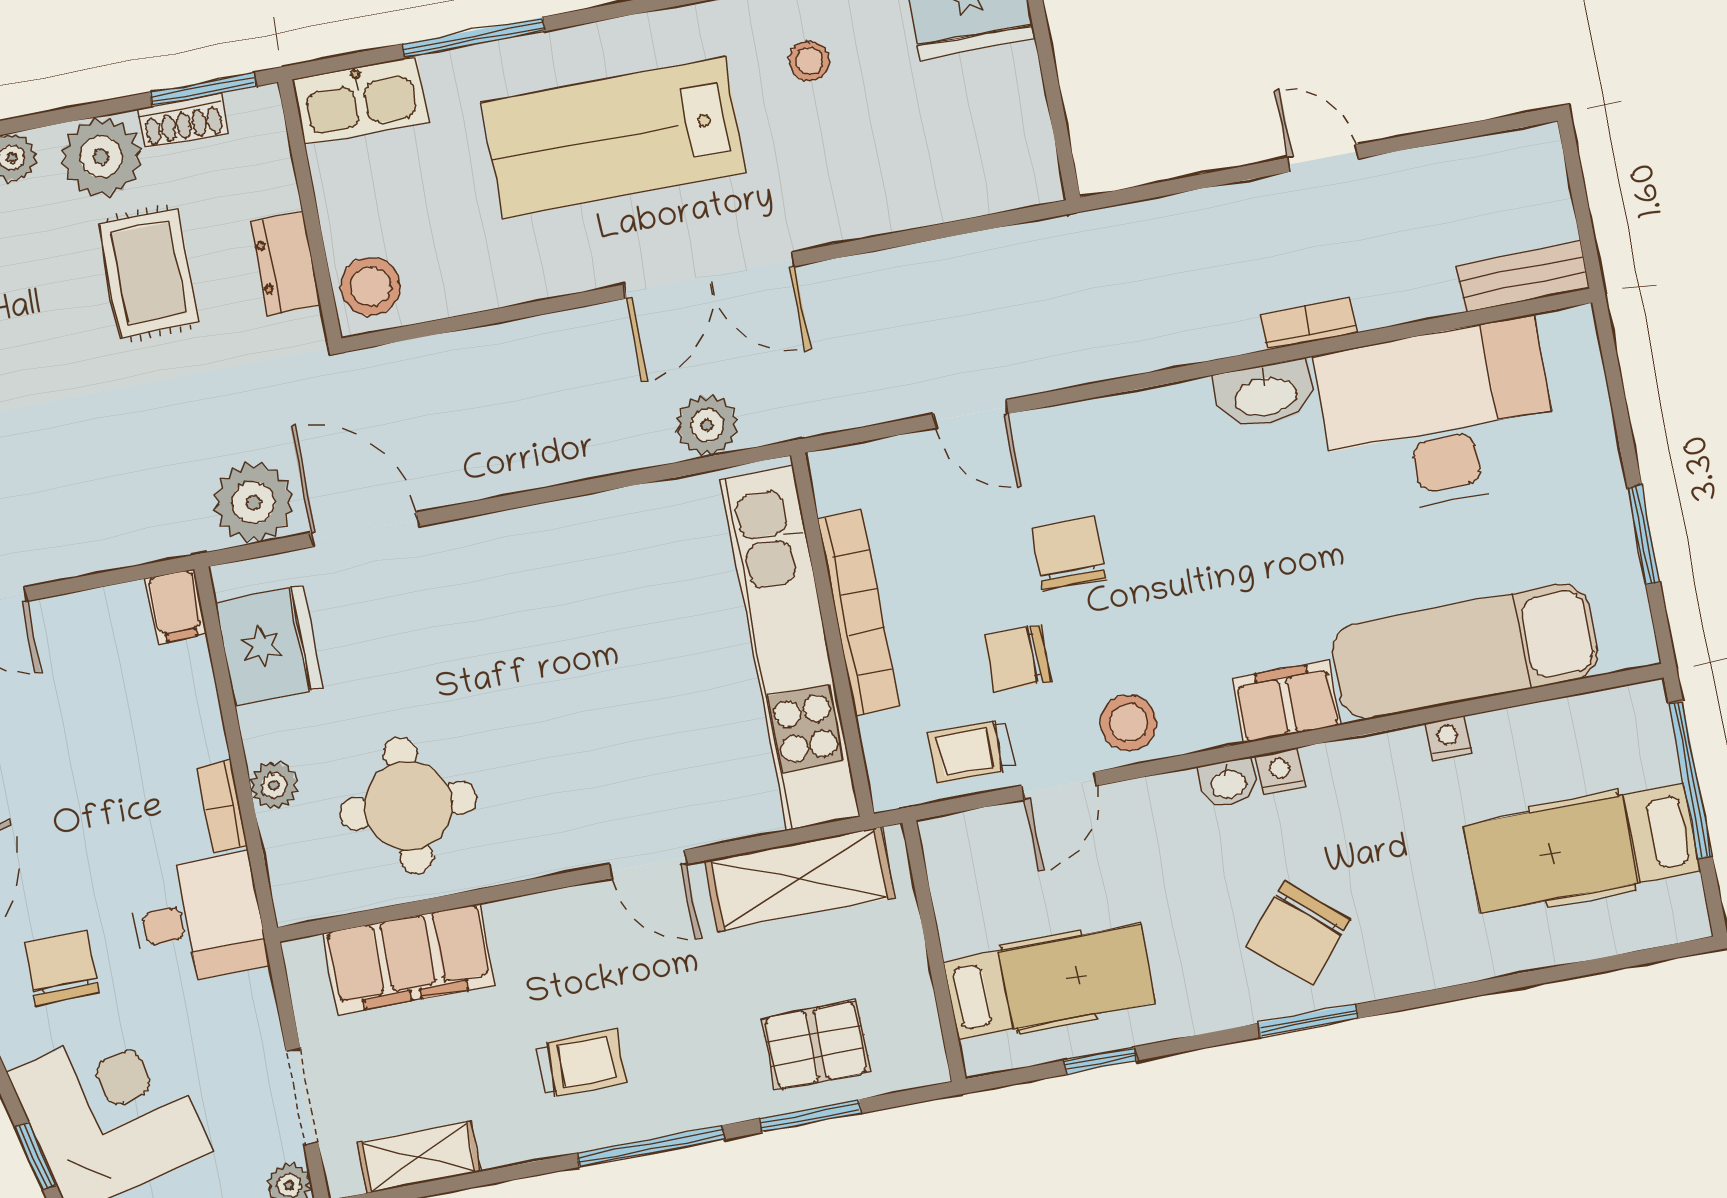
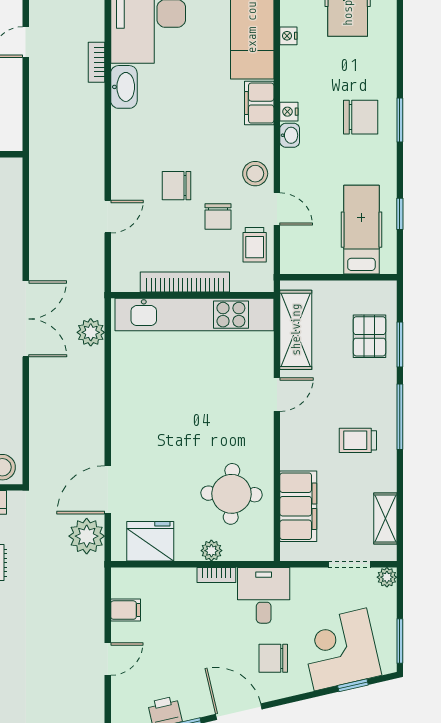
filing cabinet: (176, 606) -> (126, 610), moved
chair: (1298, 933) -> (361, 117), turned -41
trolley: (581, 1063) -> (358, 440), turned -90

